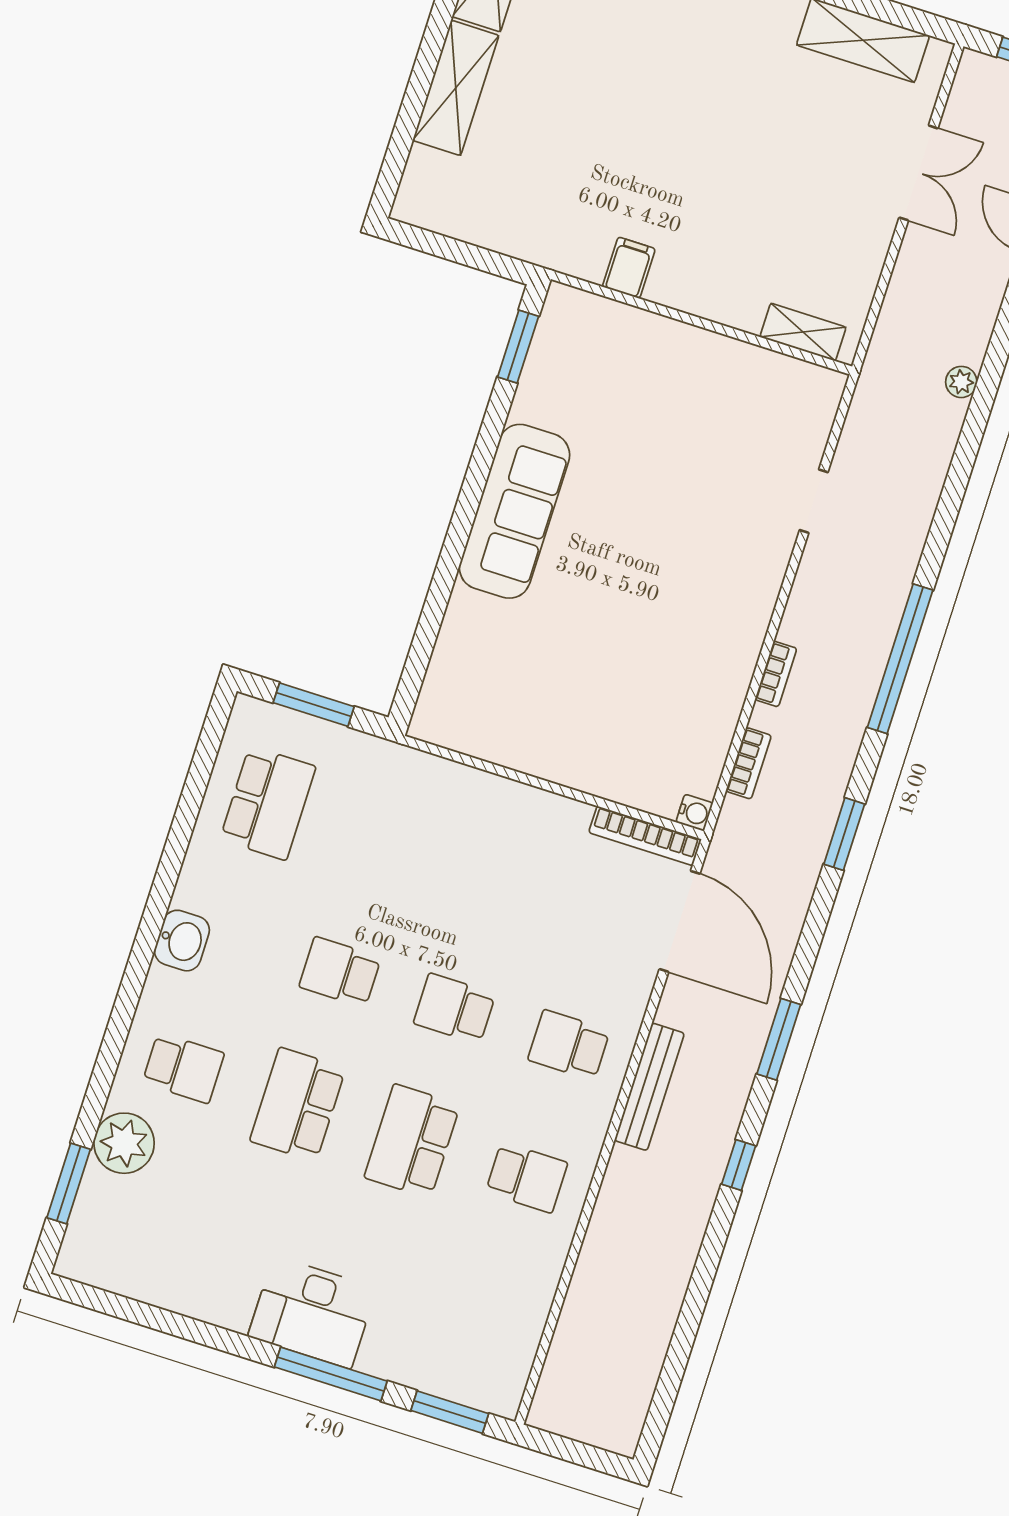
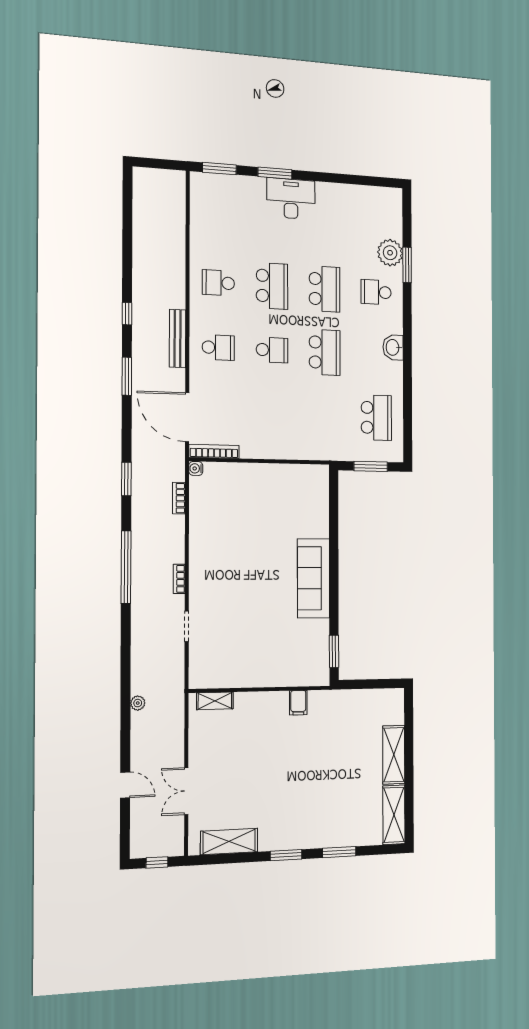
bookcase: (776, 674) -> (179, 579), moved
school desk: (268, 803) -> (376, 418), turned 180
school desk: (340, 972) -> (325, 352), width x1.85
window: (69, 1183) -> (407, 265), moved
window: (331, 1374) -> (275, 173), width x0.69

